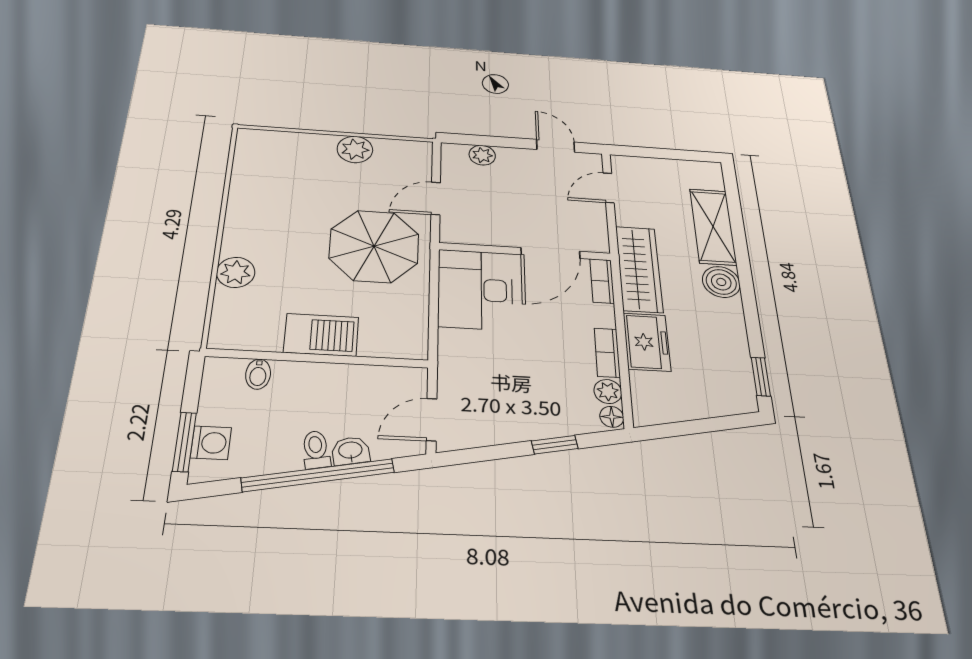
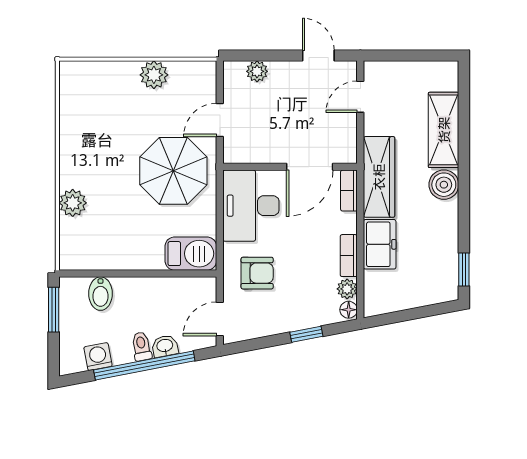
barbecue: (321, 335) -> (191, 254), moved
armchair: (484, 366) -> (257, 273), added
bidet: (258, 374) -> (101, 294), width x1.38, depth x1.36
window: (184, 442) -> (54, 310), moved
washing machine: (211, 443) -> (98, 357), moved, turned -101

